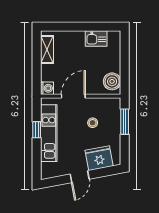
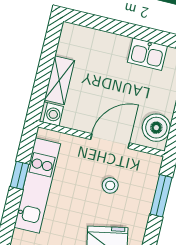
shelving: (47, 49) -> (59, 80), moved
door: (73, 96) -> (110, 141), moved

